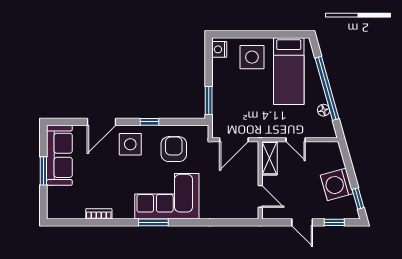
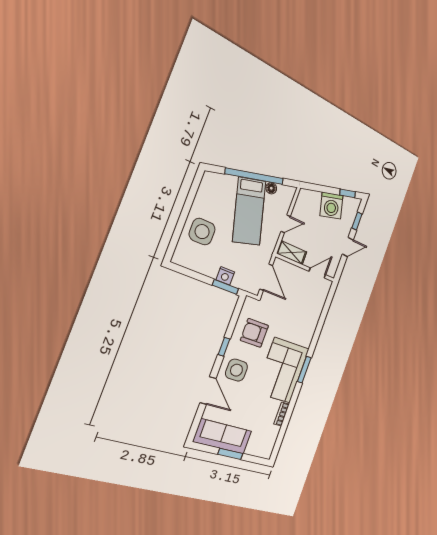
nightstand: (219, 49) -> (225, 276), moved
bed: (289, 71) -> (249, 211), moved, turned 74
corner sofa: (167, 196) -> (282, 370), moved

